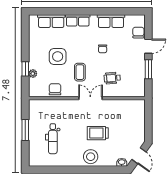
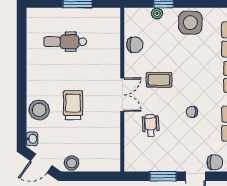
side table: (58, 56) -> (190, 23), moved
stool: (139, 134) -> (72, 163), added
stool: (91, 157) -> (39, 110), moved

